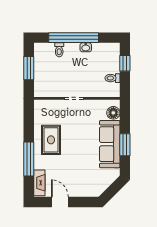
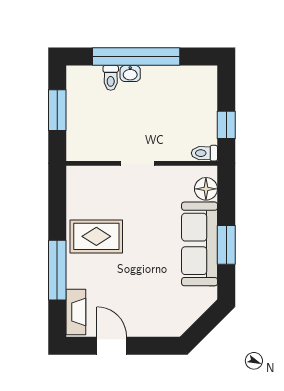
washbasin: (86, 47) -> (130, 74), moved
window: (125, 63) -> (226, 125), moved
toilet: (112, 78) -> (204, 153), moved
rug: (51, 140) -> (96, 236), turned 90

